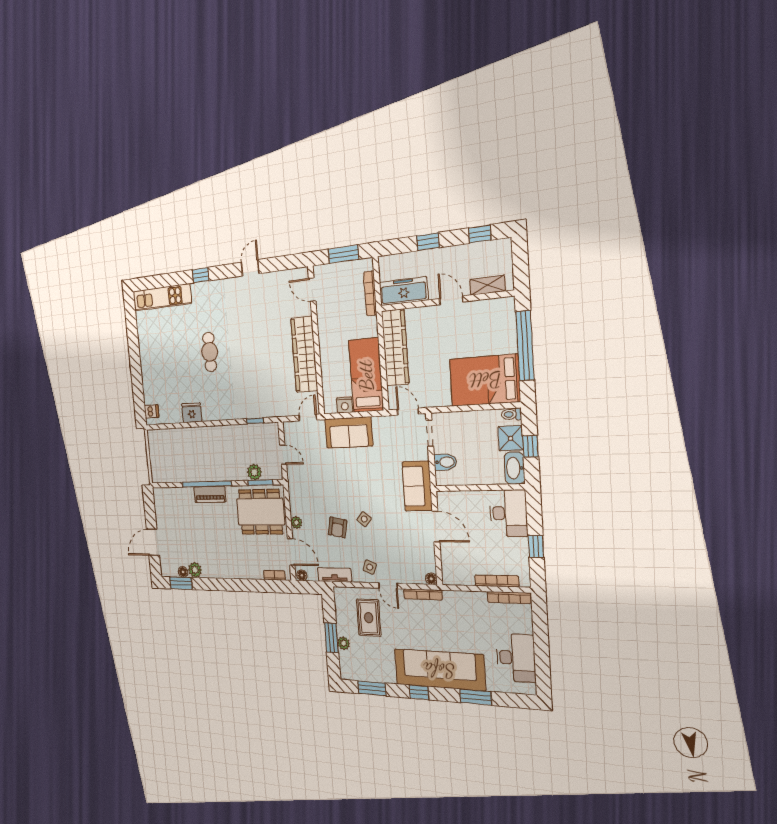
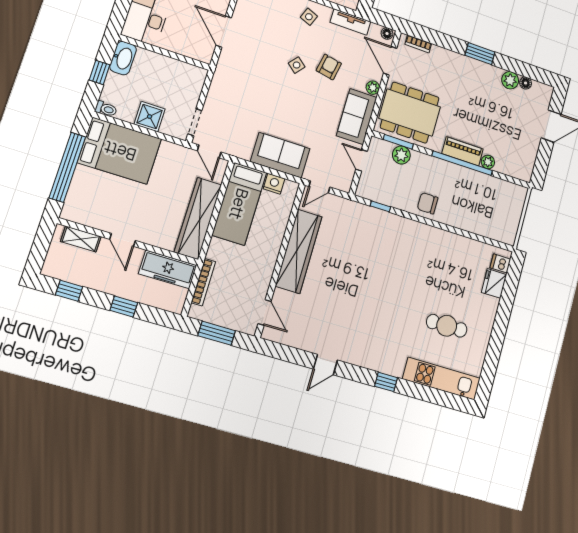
cafe table: (210, 352) -> (447, 326), moved, turned 90
fridge: (192, 413) -> (494, 283), moved, turned 90
shower: (510, 438) -> (150, 117), moved
chair: (221, 439) -> (428, 203), added
bidet: (445, 462) -> (190, 89), removed
sofa: (417, 486) -> (357, 117), moved, turned 180
plant: (188, 493) -> (488, 162), added
window: (181, 583) -> (480, 54), moved

